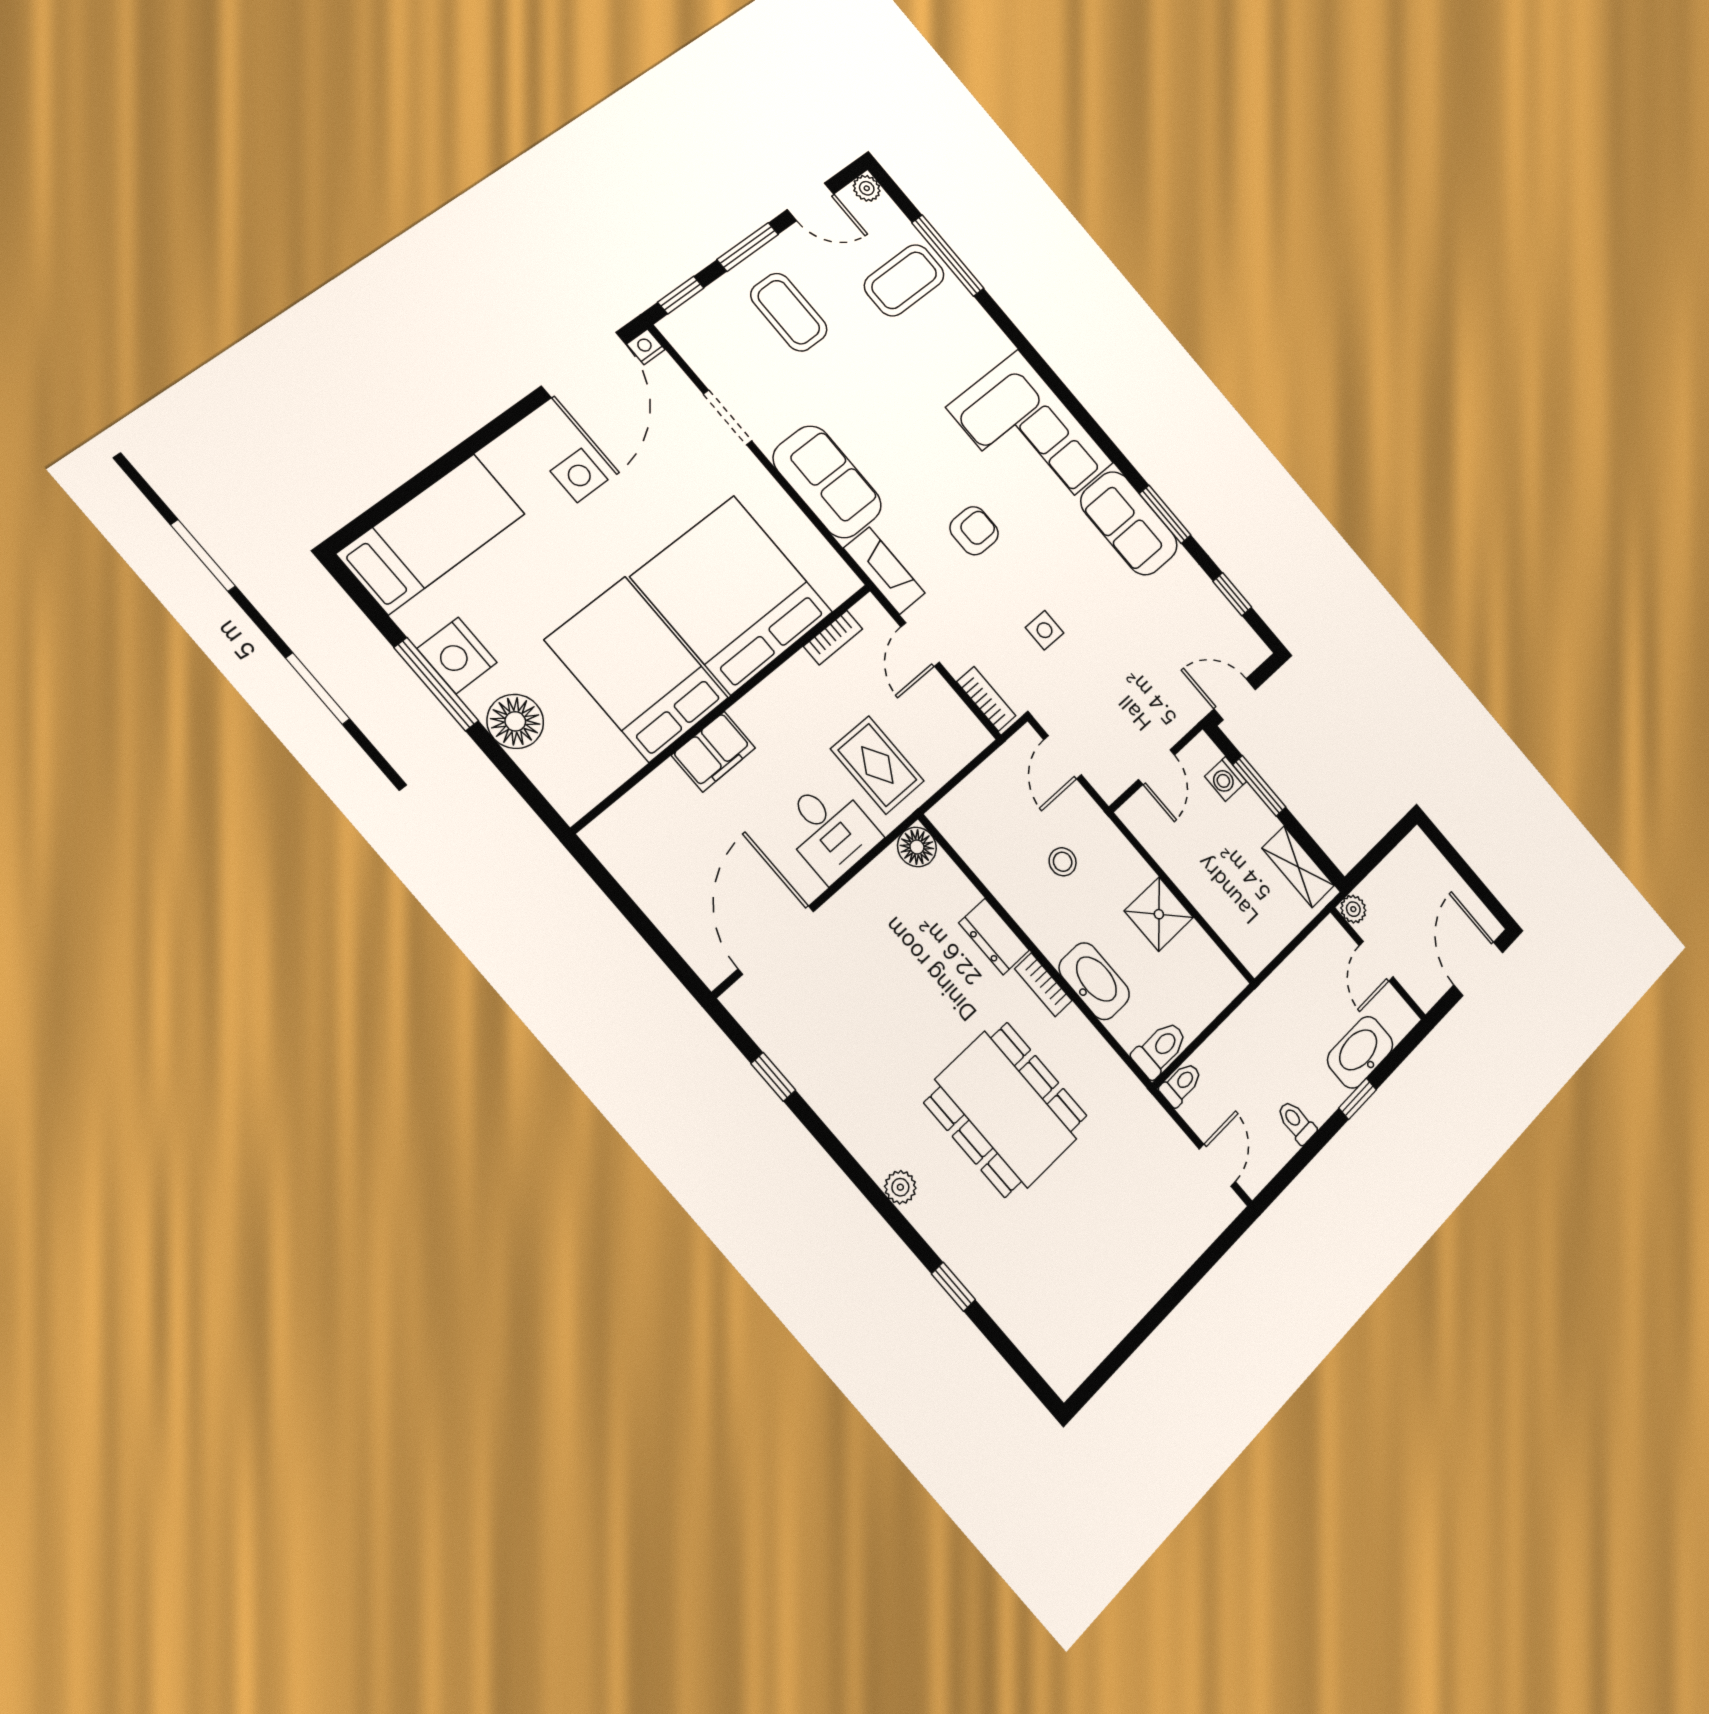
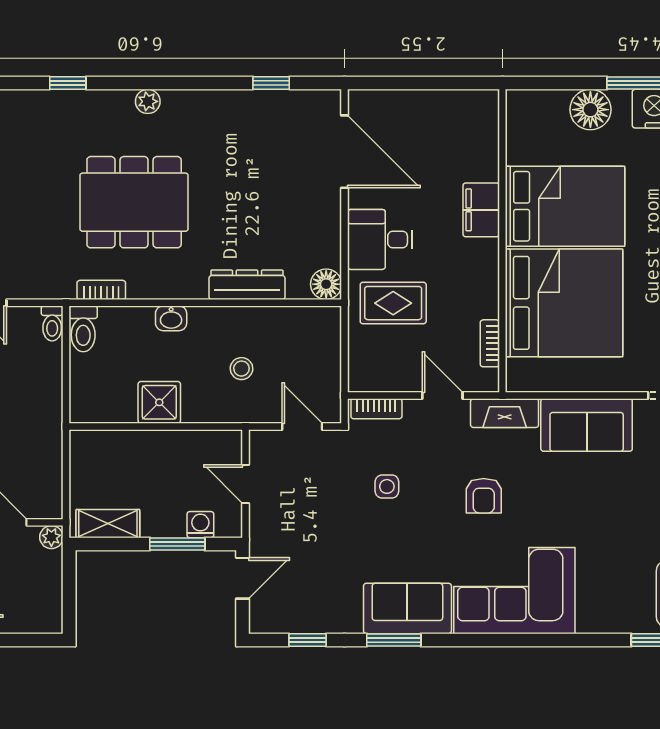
dresser: (994, 937) -> (247, 285), width x1.44
washbasin: (1094, 981) -> (171, 318), width x0.52, depth x0.69
bookcase: (1043, 985) -> (101, 290), moved

